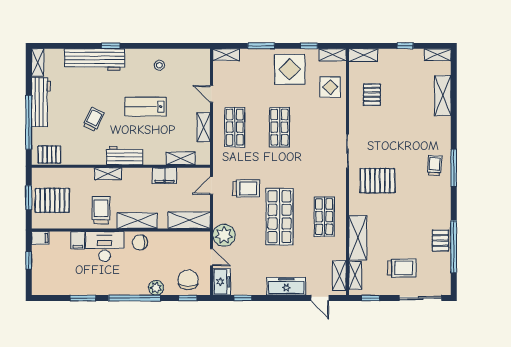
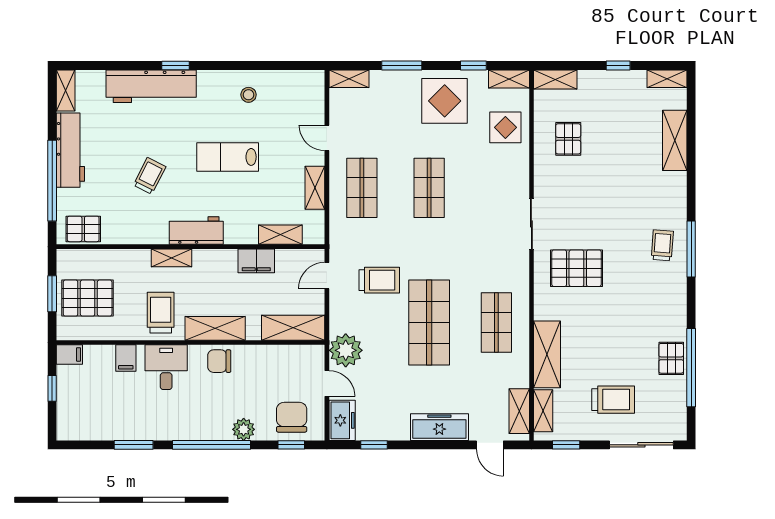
desk: (105, 246) -> (166, 367), width x0.73

